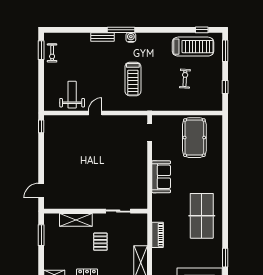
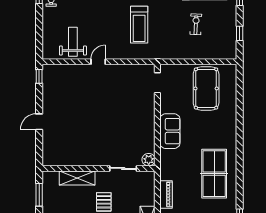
door: (41, 191) -> (39, 122), moved
plant: (142, 203) -> (149, 160), added

